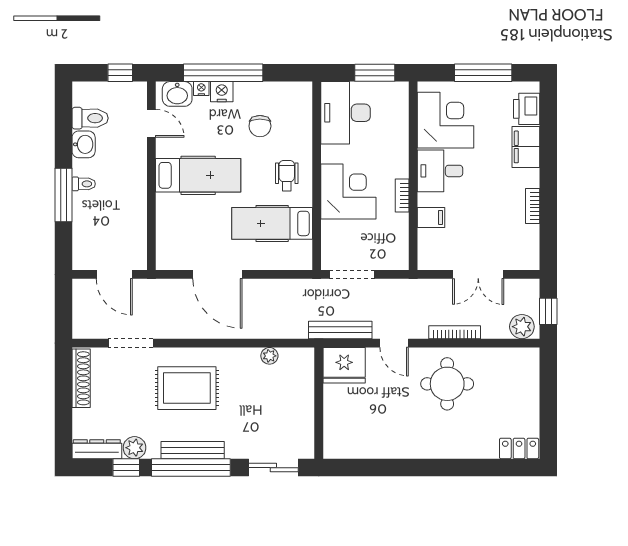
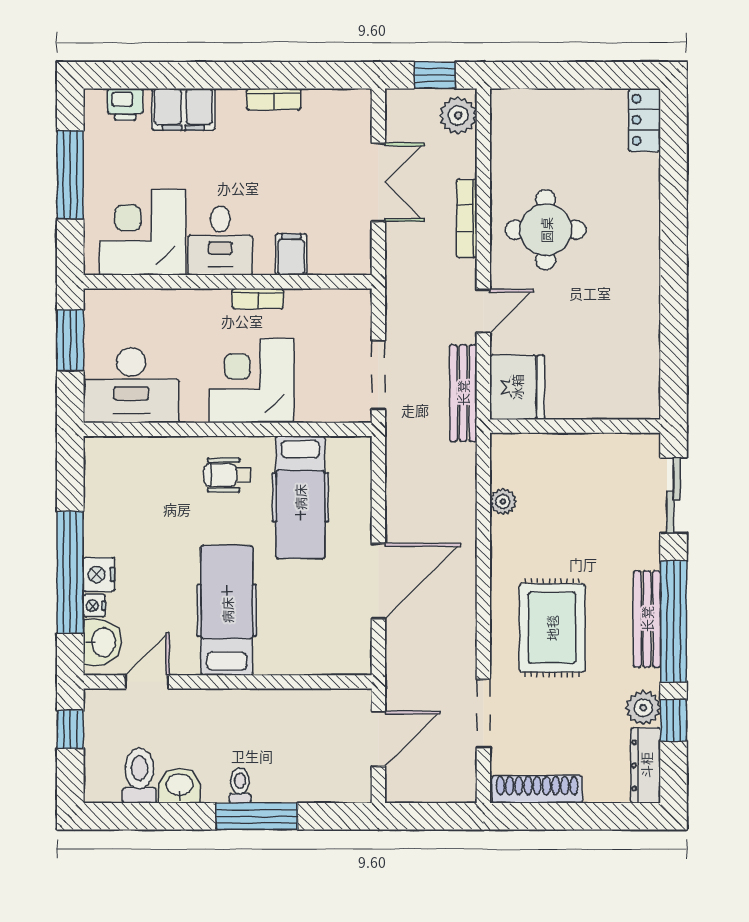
printer: (527, 109) -> (125, 104), width x0.73, depth x0.81
chair: (260, 126) -> (151, 516), removed

